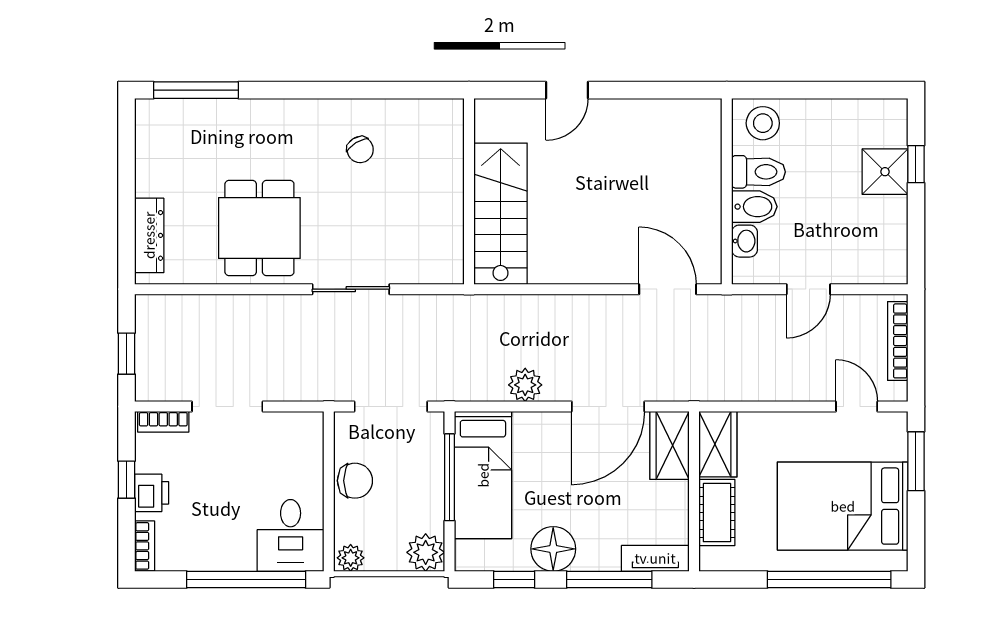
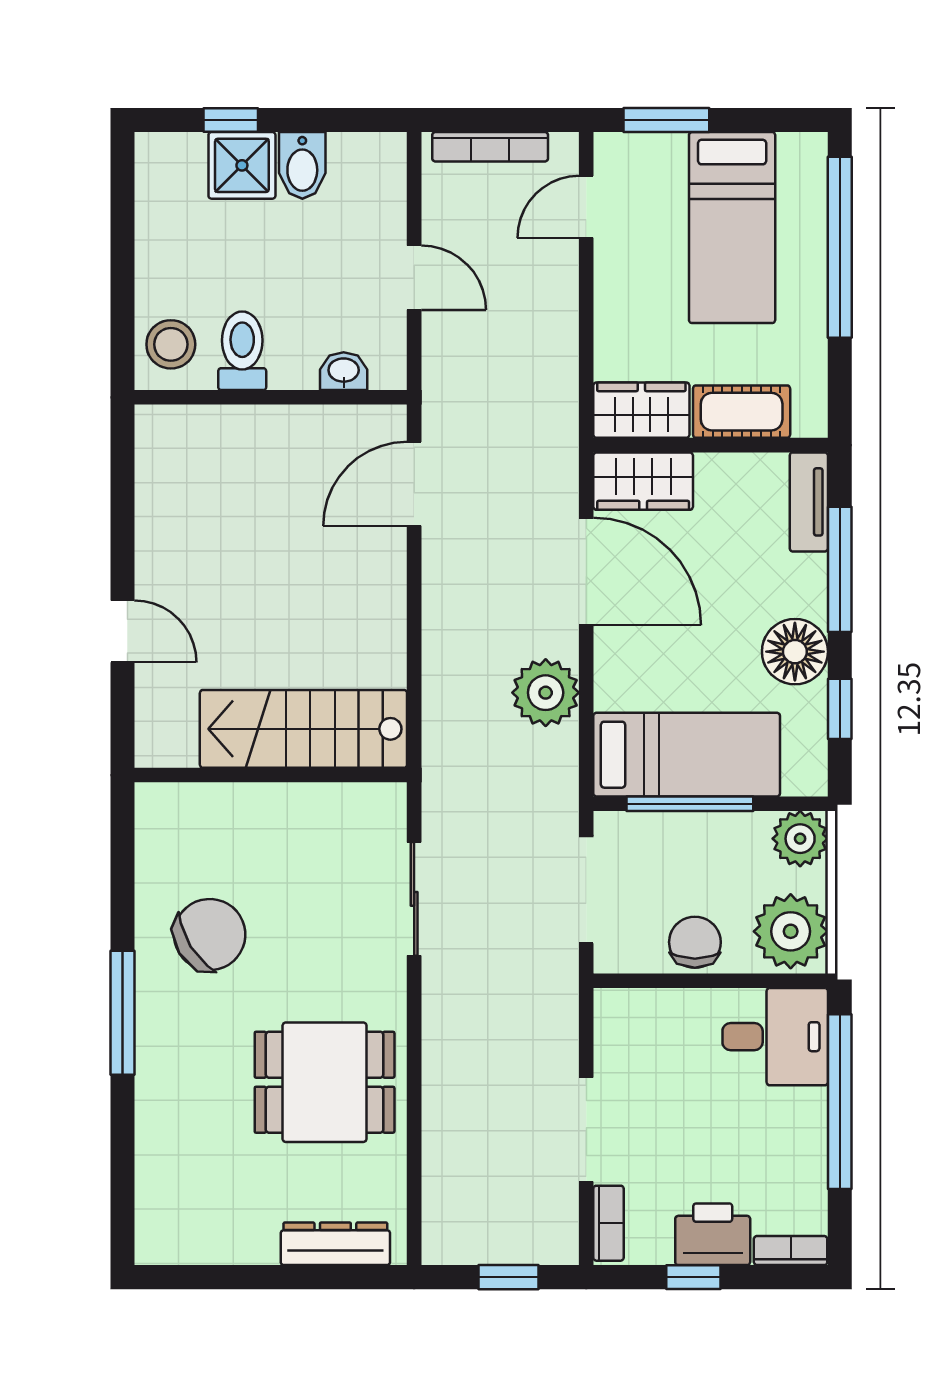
window: (196, 90) -> (122, 1013), moved
chair: (360, 150) -> (210, 935), width x1.87, depth x1.87
bidet: (754, 207) -> (302, 165), moved, turned 180
sliding door: (351, 289) -> (414, 899), moved
plant: (525, 385) -> (546, 693), width x1.36, depth x1.36
printer: (152, 493) -> (713, 1234), width x1.36, depth x1.24
bed: (843, 506) -> (732, 228), width x0.67
plant: (351, 558) -> (791, 931), width x1.88, depth x1.88

